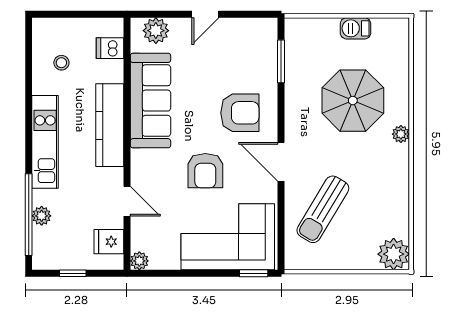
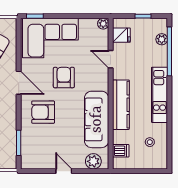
door: (205, 14) -> (64, 171), hinge flipped
plant: (42, 216) -> (162, 39), moved

